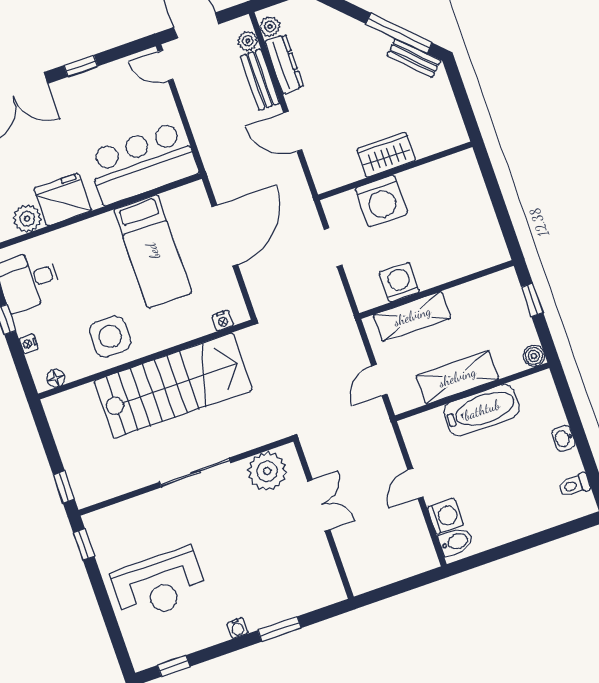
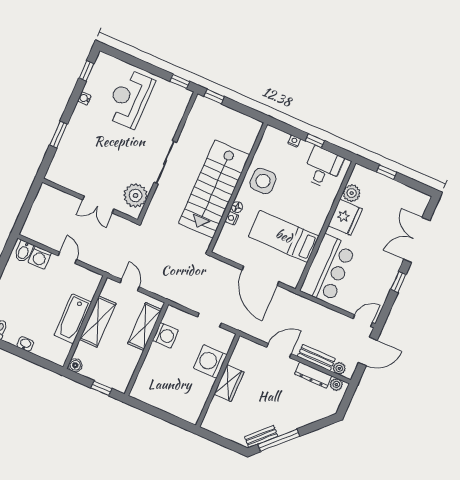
nightstand: (223, 321) -> (232, 218), moved
floor lamp: (56, 378) -> (237, 207), moved
water cooler: (237, 628) -> (84, 98), moved

